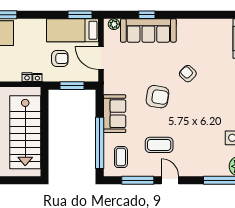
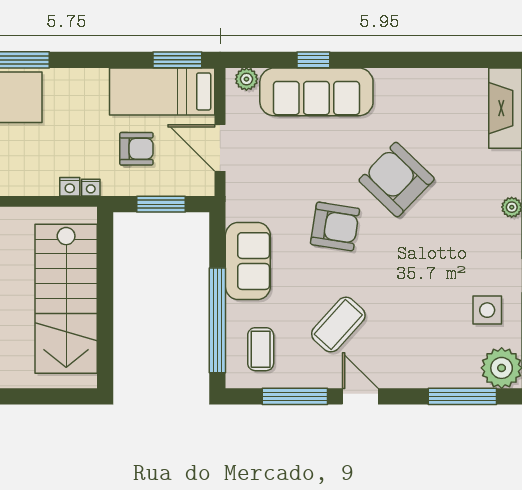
armchair: (188, 74) -> (397, 180), width x1.88, depth x1.88
coffee table: (159, 145) -> (338, 325), turned -48

